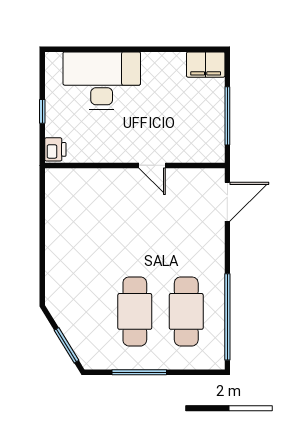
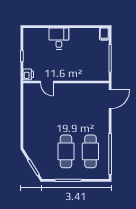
filing cabinet: (206, 65) -> (104, 34), width x0.50
desk: (102, 81) -> (59, 38), width x0.53, depth x0.77
door: (152, 165) -> (47, 82), moved

